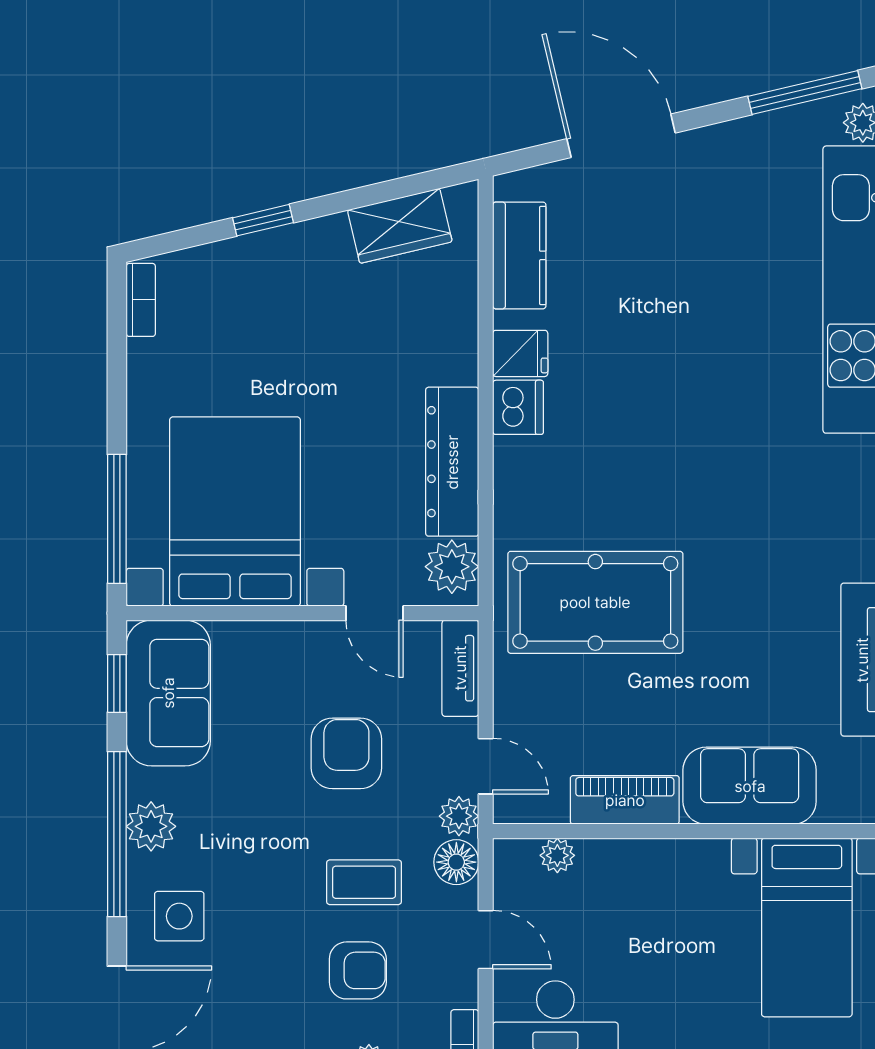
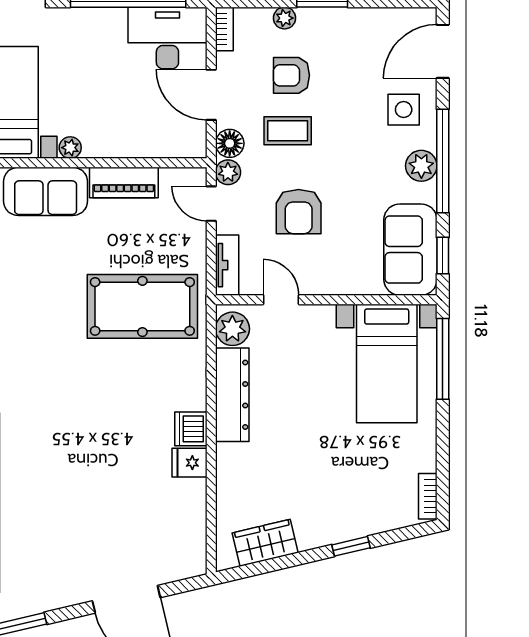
kitchen counter: (519, 255) -> (190, 524), removed
bed with nightstands: (235, 512) -> (387, 363), width x0.73
plant: (557, 855) -> (70, 148), moved
door: (486, 940) -> (211, 95), width x1.38

